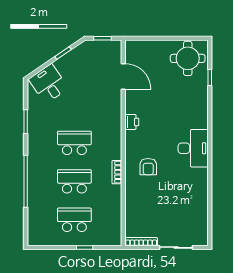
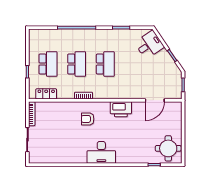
printer: (132, 122) -> (121, 109), width x1.87, depth x1.48
locker: (115, 222) -> (46, 94), added

